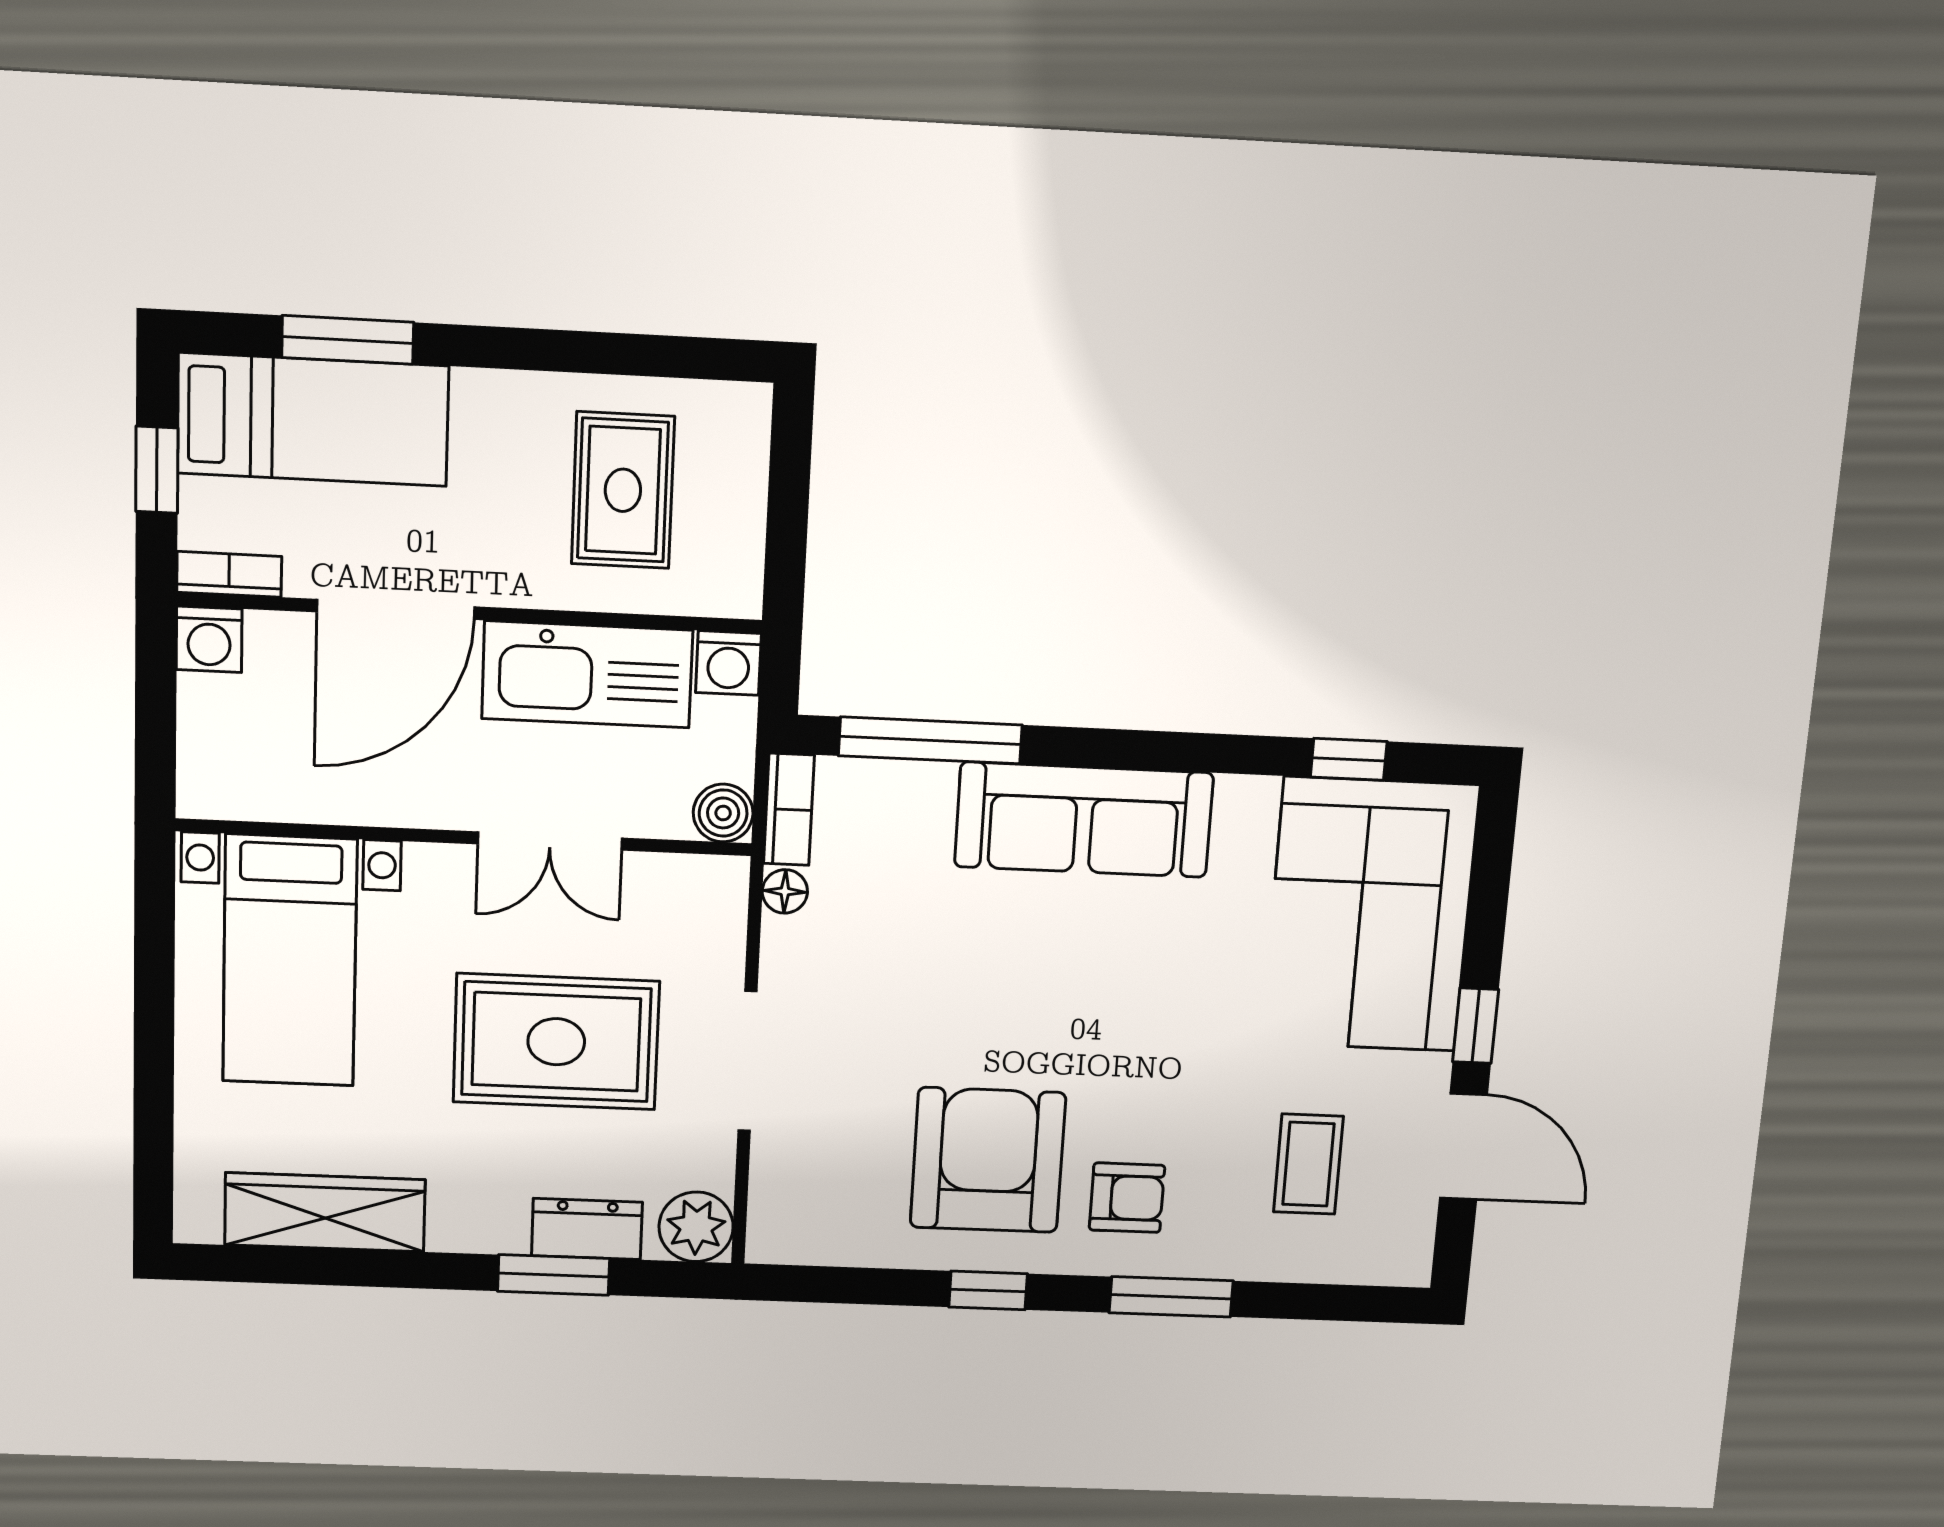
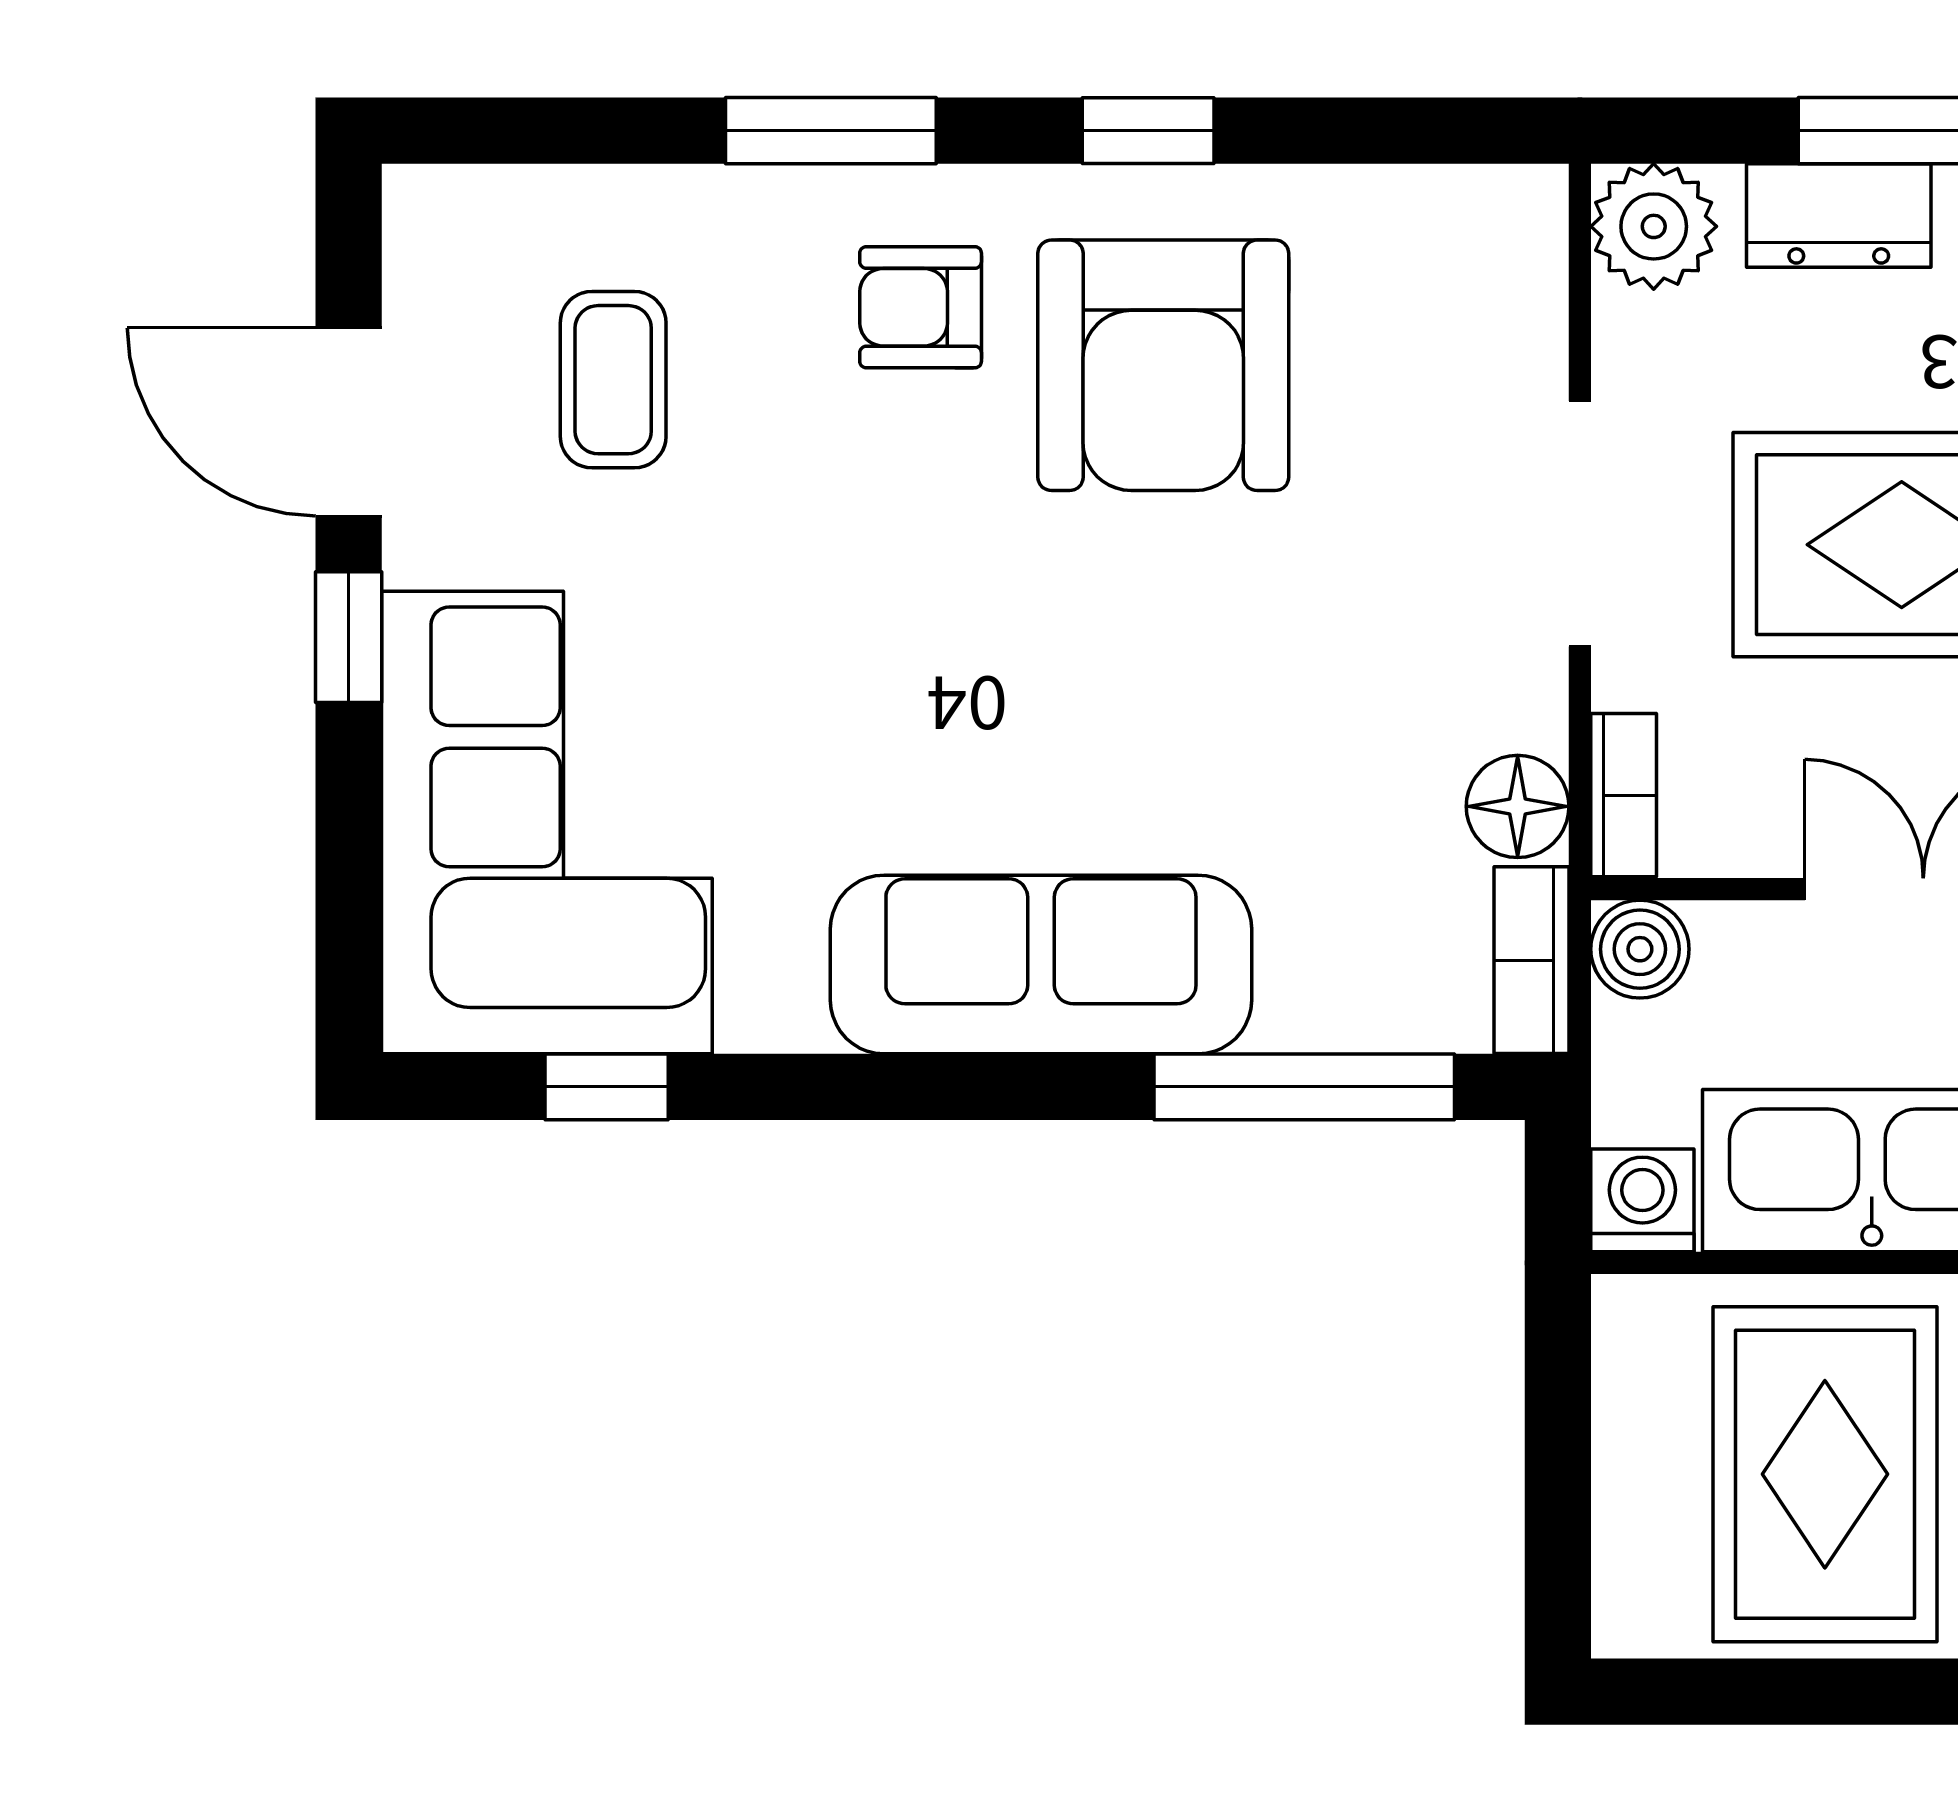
rug: (623, 490) -> (1825, 1474), width x1.36, depth x1.43
floor lamp: (785, 891) -> (1518, 806), width x1.37, depth x1.37
bookcase: (729, 904) -> (1624, 795), added

